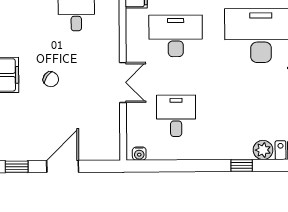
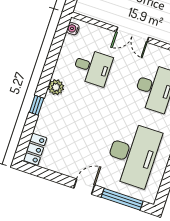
plant: (263, 150) -> (56, 87), moved

